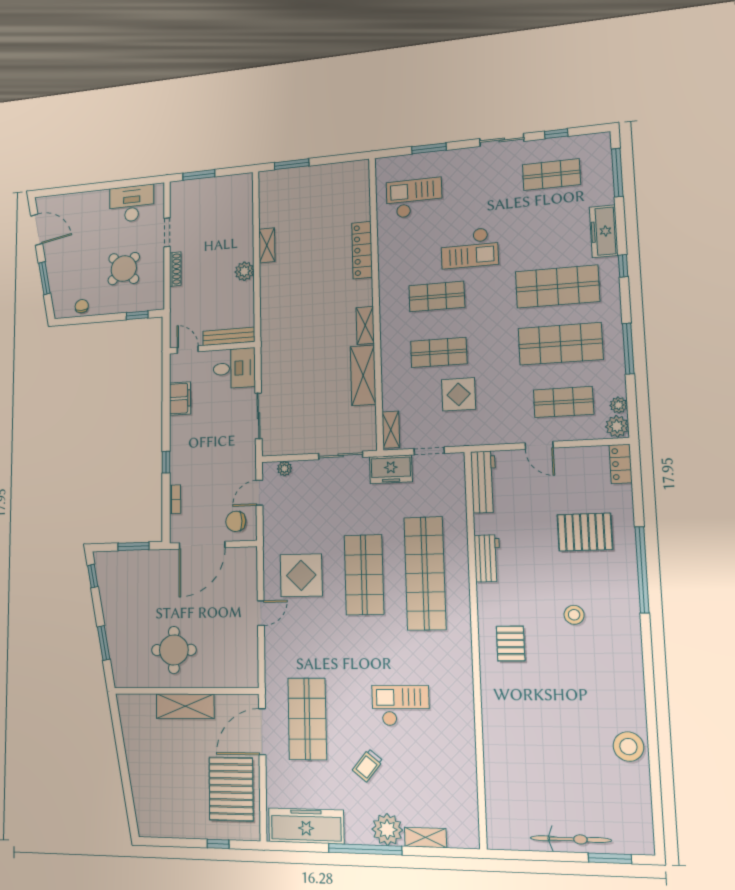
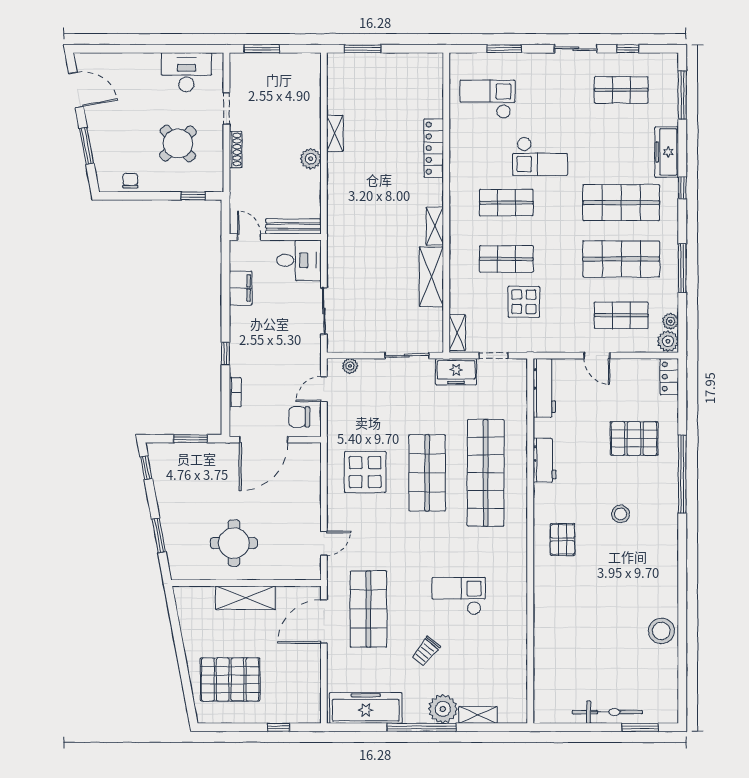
door: (261, 613) -> (324, 543), moved
pallet: (231, 789) -> (230, 679), moved, turned 90

